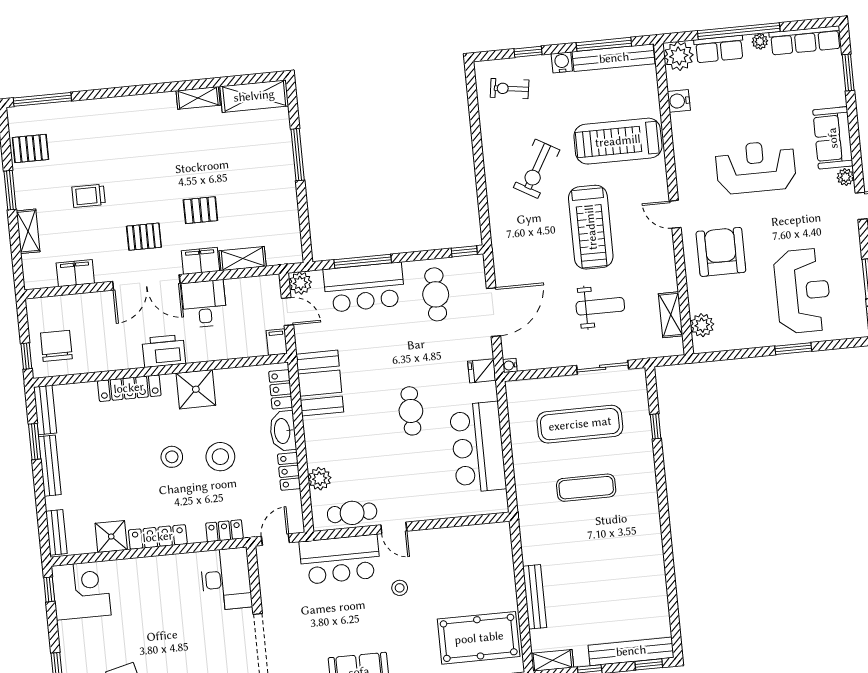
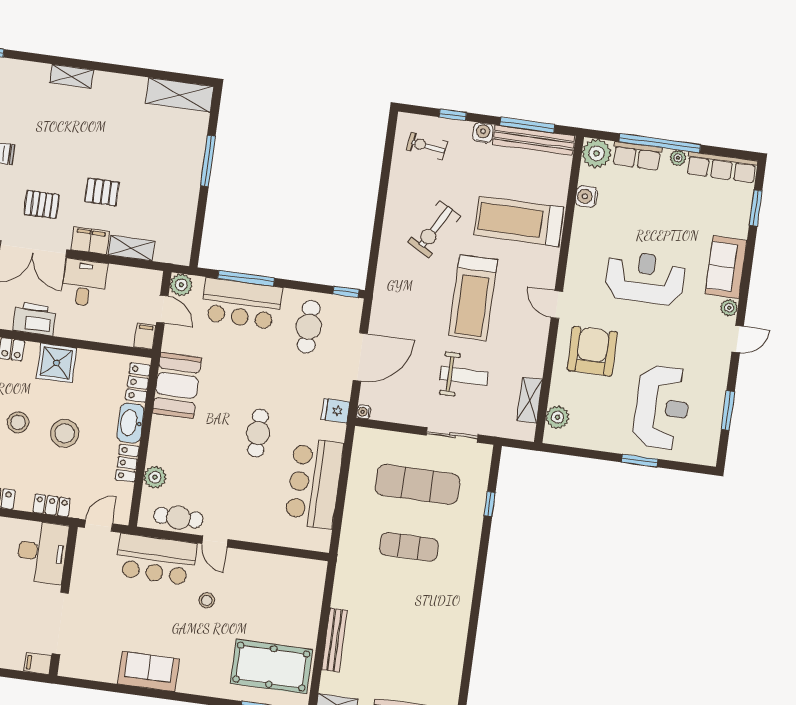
shelving: (198, 98) -> (71, 76), moved

